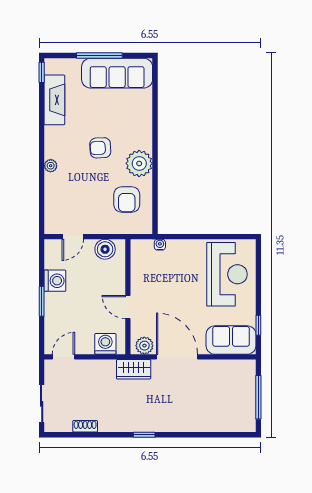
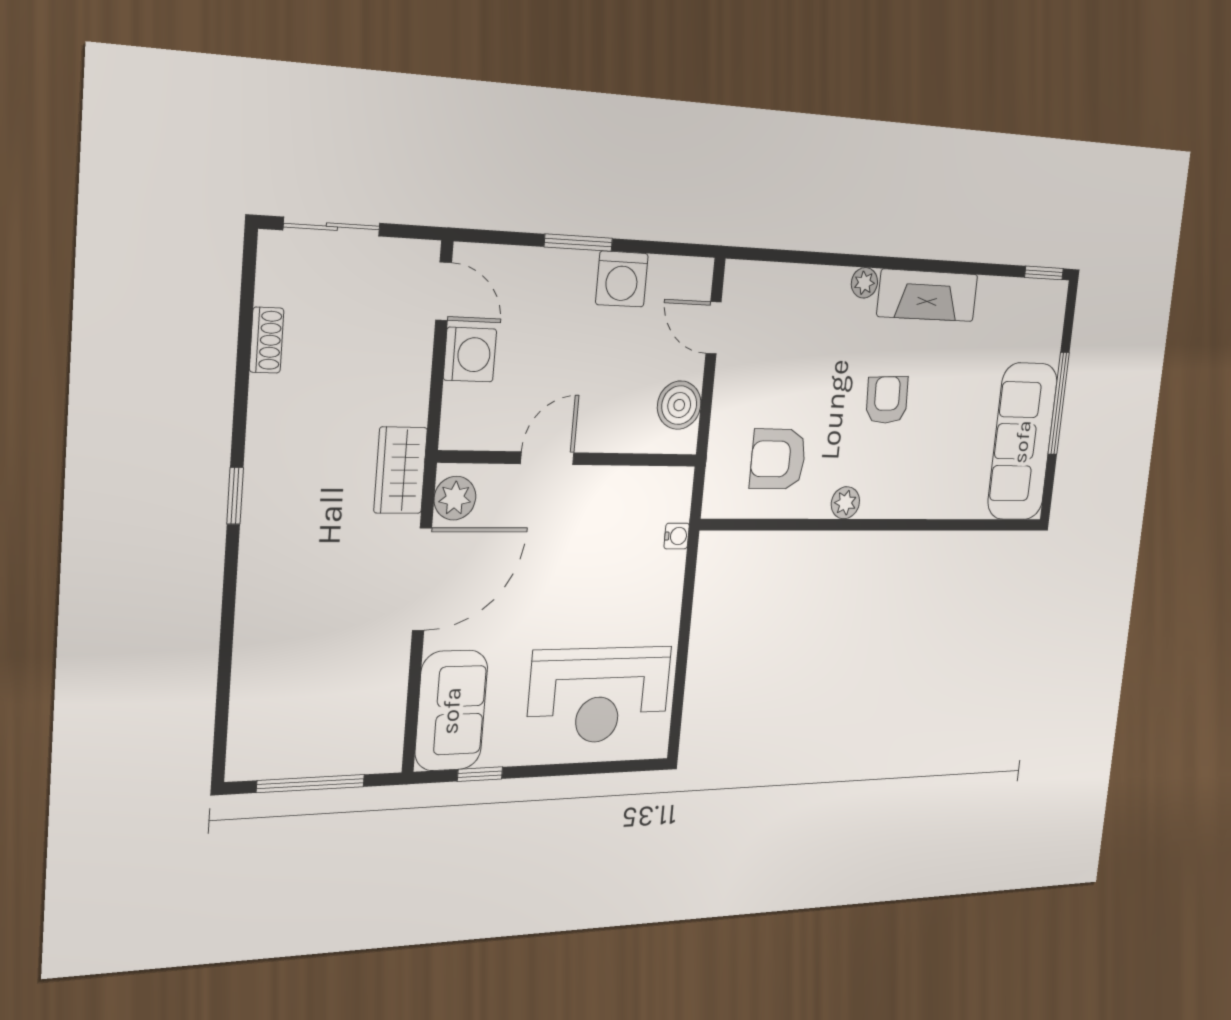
fireplace: (54, 100) -> (927, 295), moved
plant: (139, 163) -> (845, 503), width x0.53, depth x0.53
washing machine: (105, 344) -> (470, 355), moved

